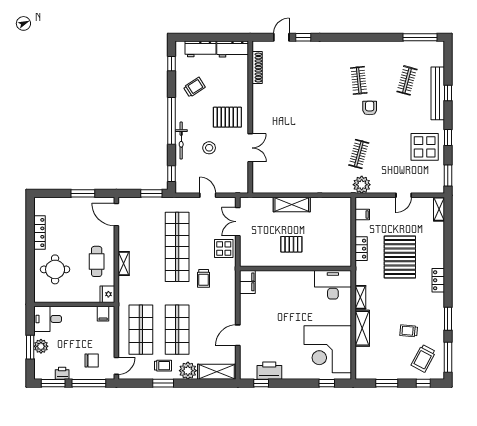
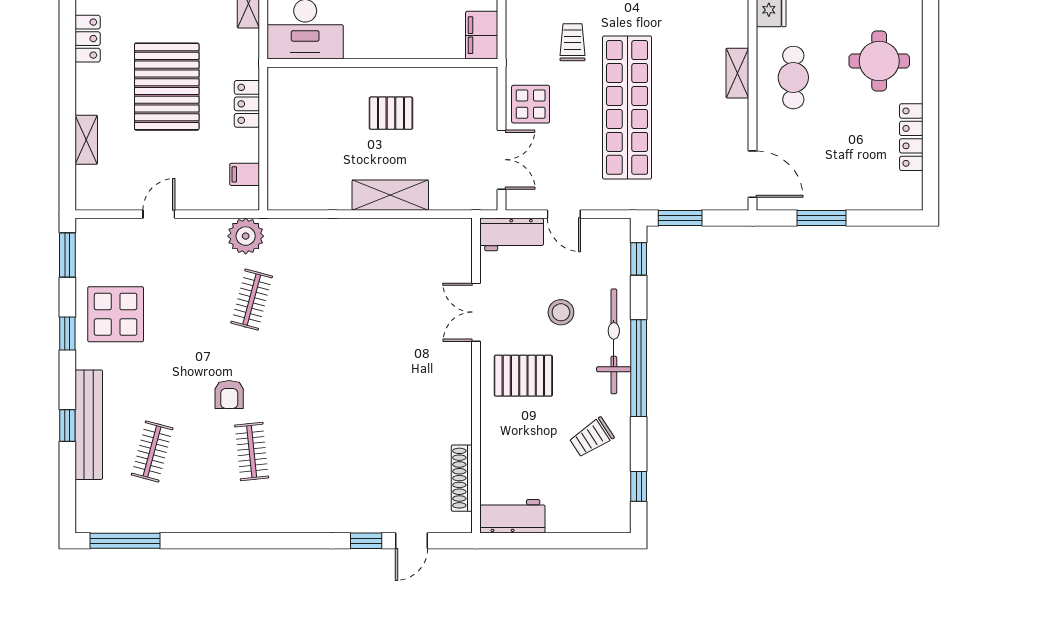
workbench: (201, 49) -> (512, 234), moved, turned 180
bicycle: (181, 141) -> (614, 341), width x1.37, depth x1.40
shelving: (439, 209) -> (86, 140), moved

